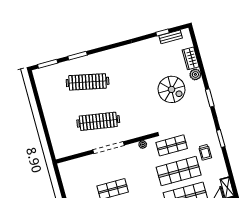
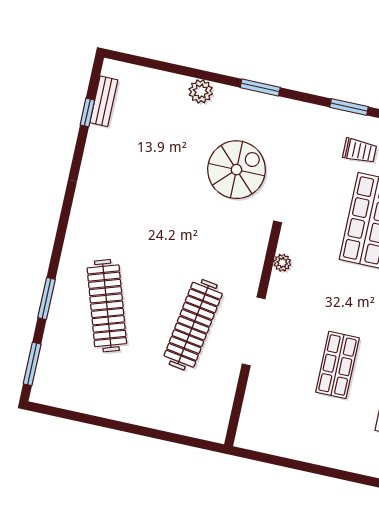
wardrobe: (191, 58) -> (165, 84), removed
clothes rail: (88, 82) -> (107, 306), turned -30
spiral stairs: (172, 89) -> (236, 170), moved
shop shelf: (172, 145) -> (313, 208), removed

